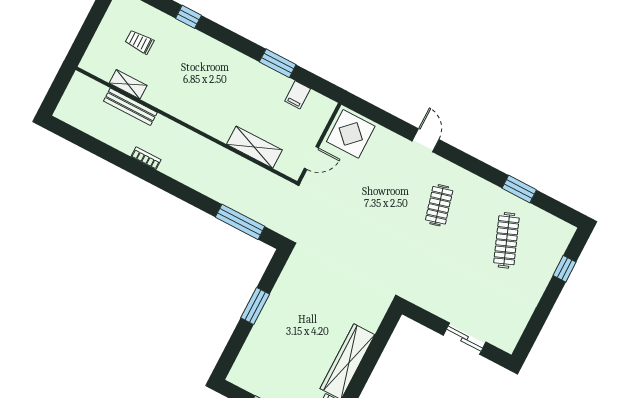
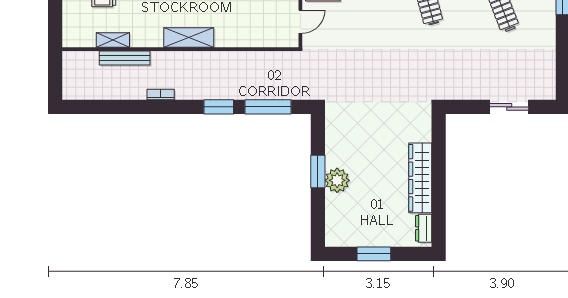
shelving: (254, 147) -> (189, 37), moved
window: (194, 198) -> (219, 107), added
plant: (269, 324) -> (337, 180), added

